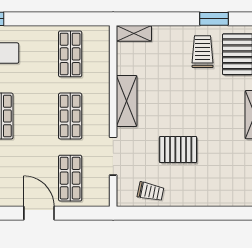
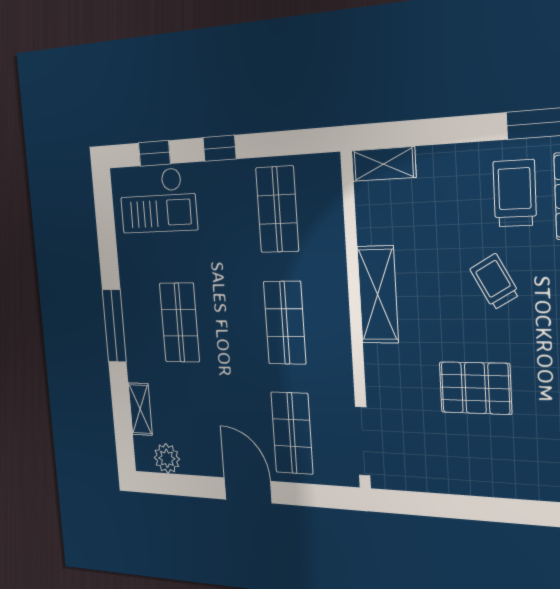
window: (37, 19) -> (219, 148), added
doorway: (113, 156) -> (363, 441), moved
trolley: (151, 192) -> (495, 282), moved, turned -131

